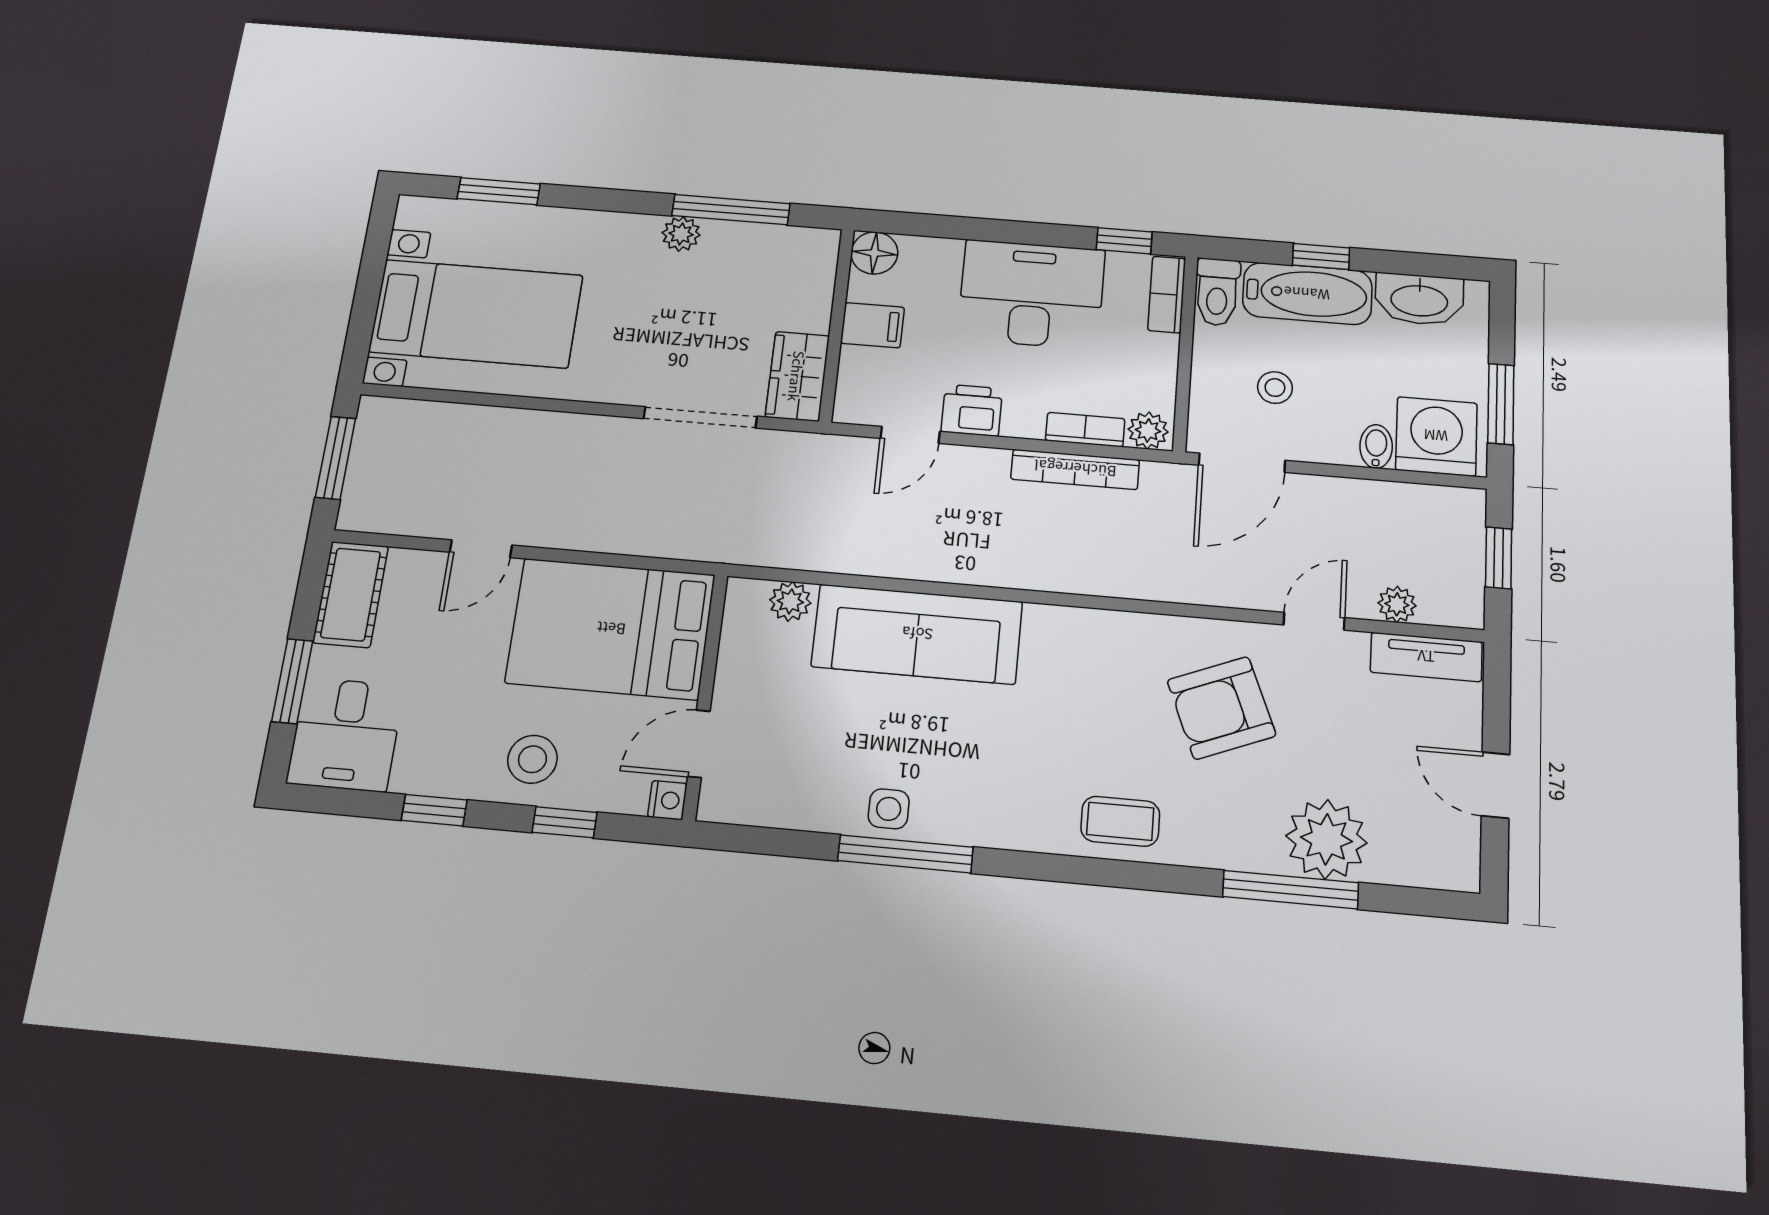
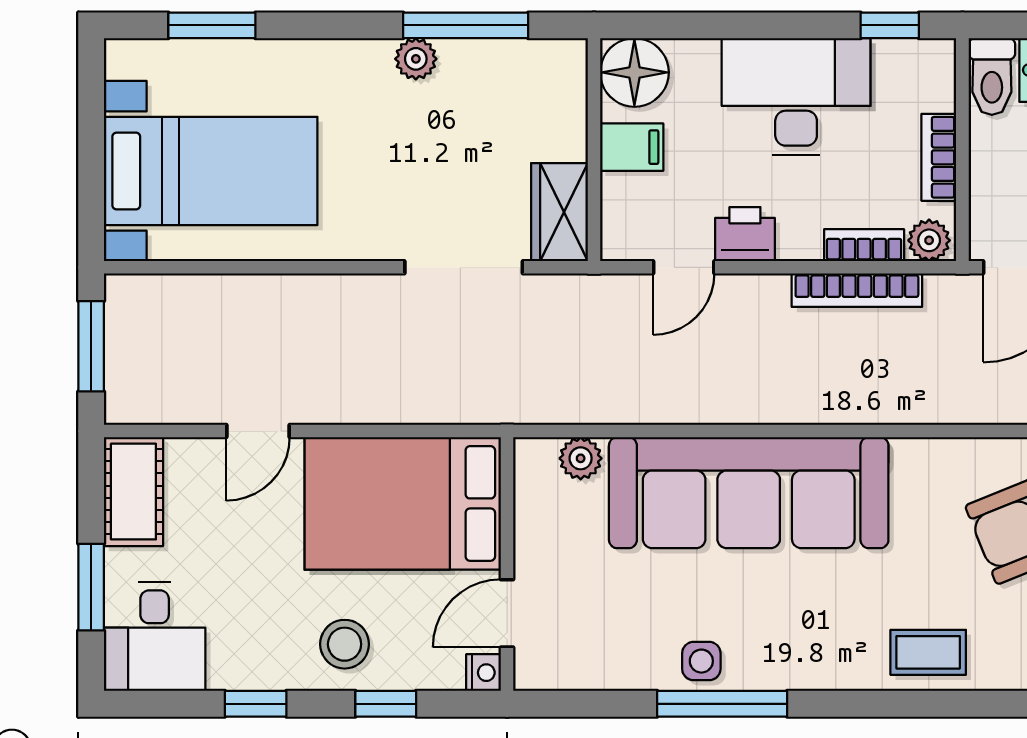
floor lamp: (874, 253) -> (634, 72), width x1.38, depth x1.38
bookcase: (1167, 294) -> (939, 157), moved
sofa: (917, 634) -> (749, 493), width x1.36, depth x1.27

